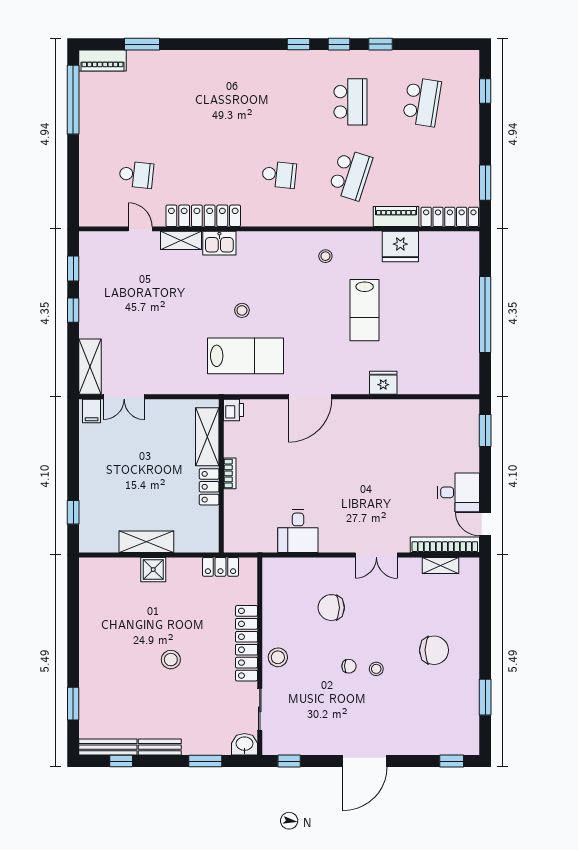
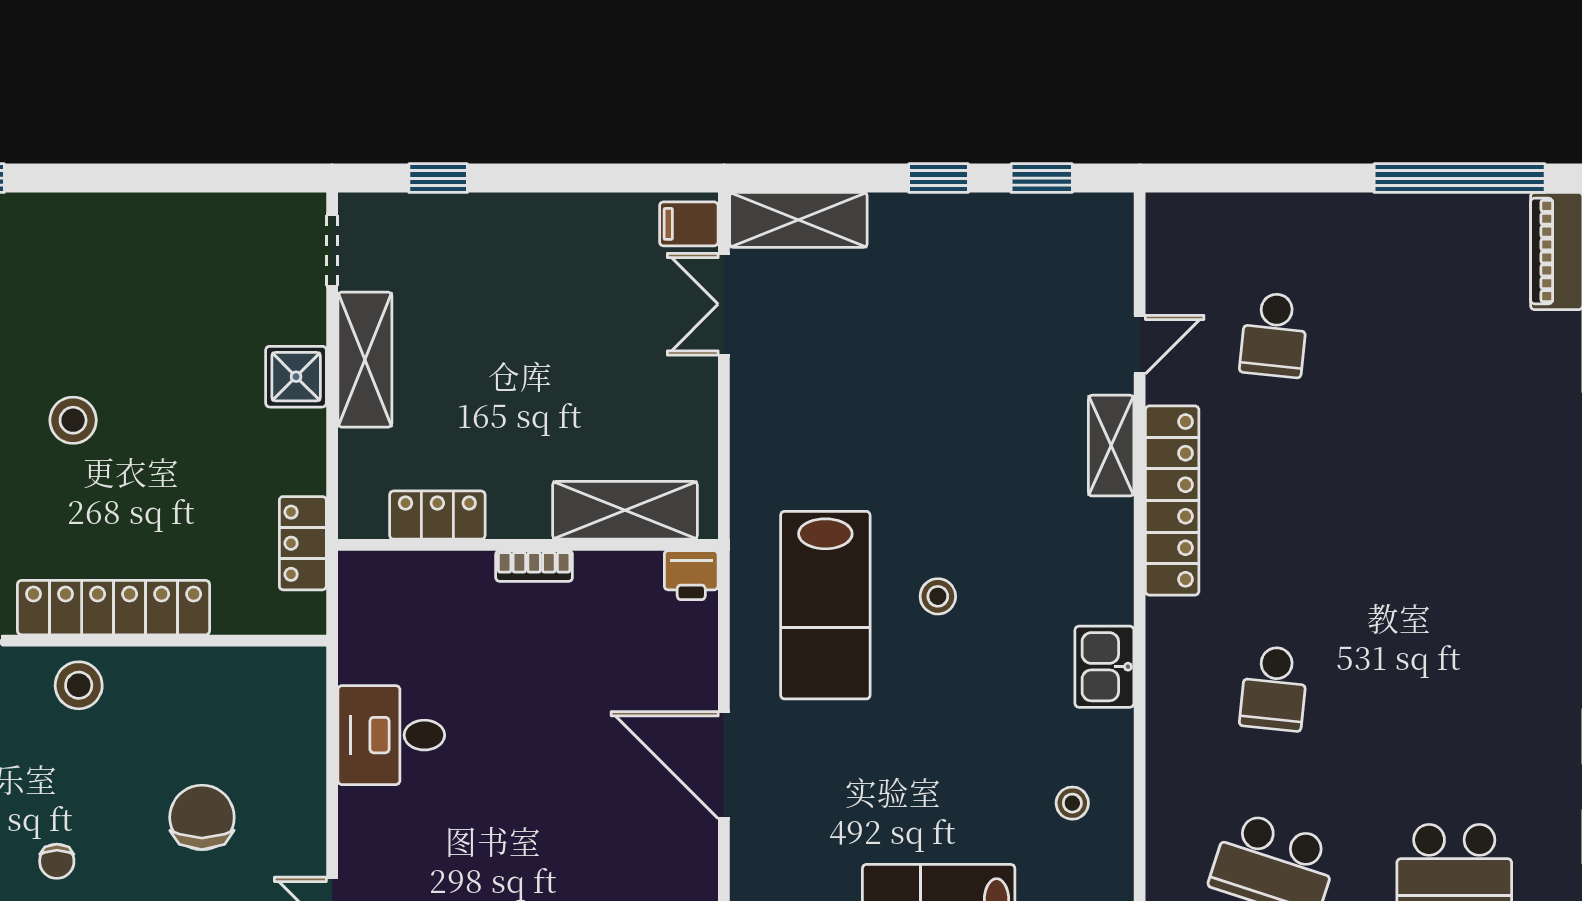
kitchen sink: (219, 243) -> (1104, 667), moved
locker: (209, 487) -> (437, 515), moved
doorway: (102, 555) -> (332, 250), added

